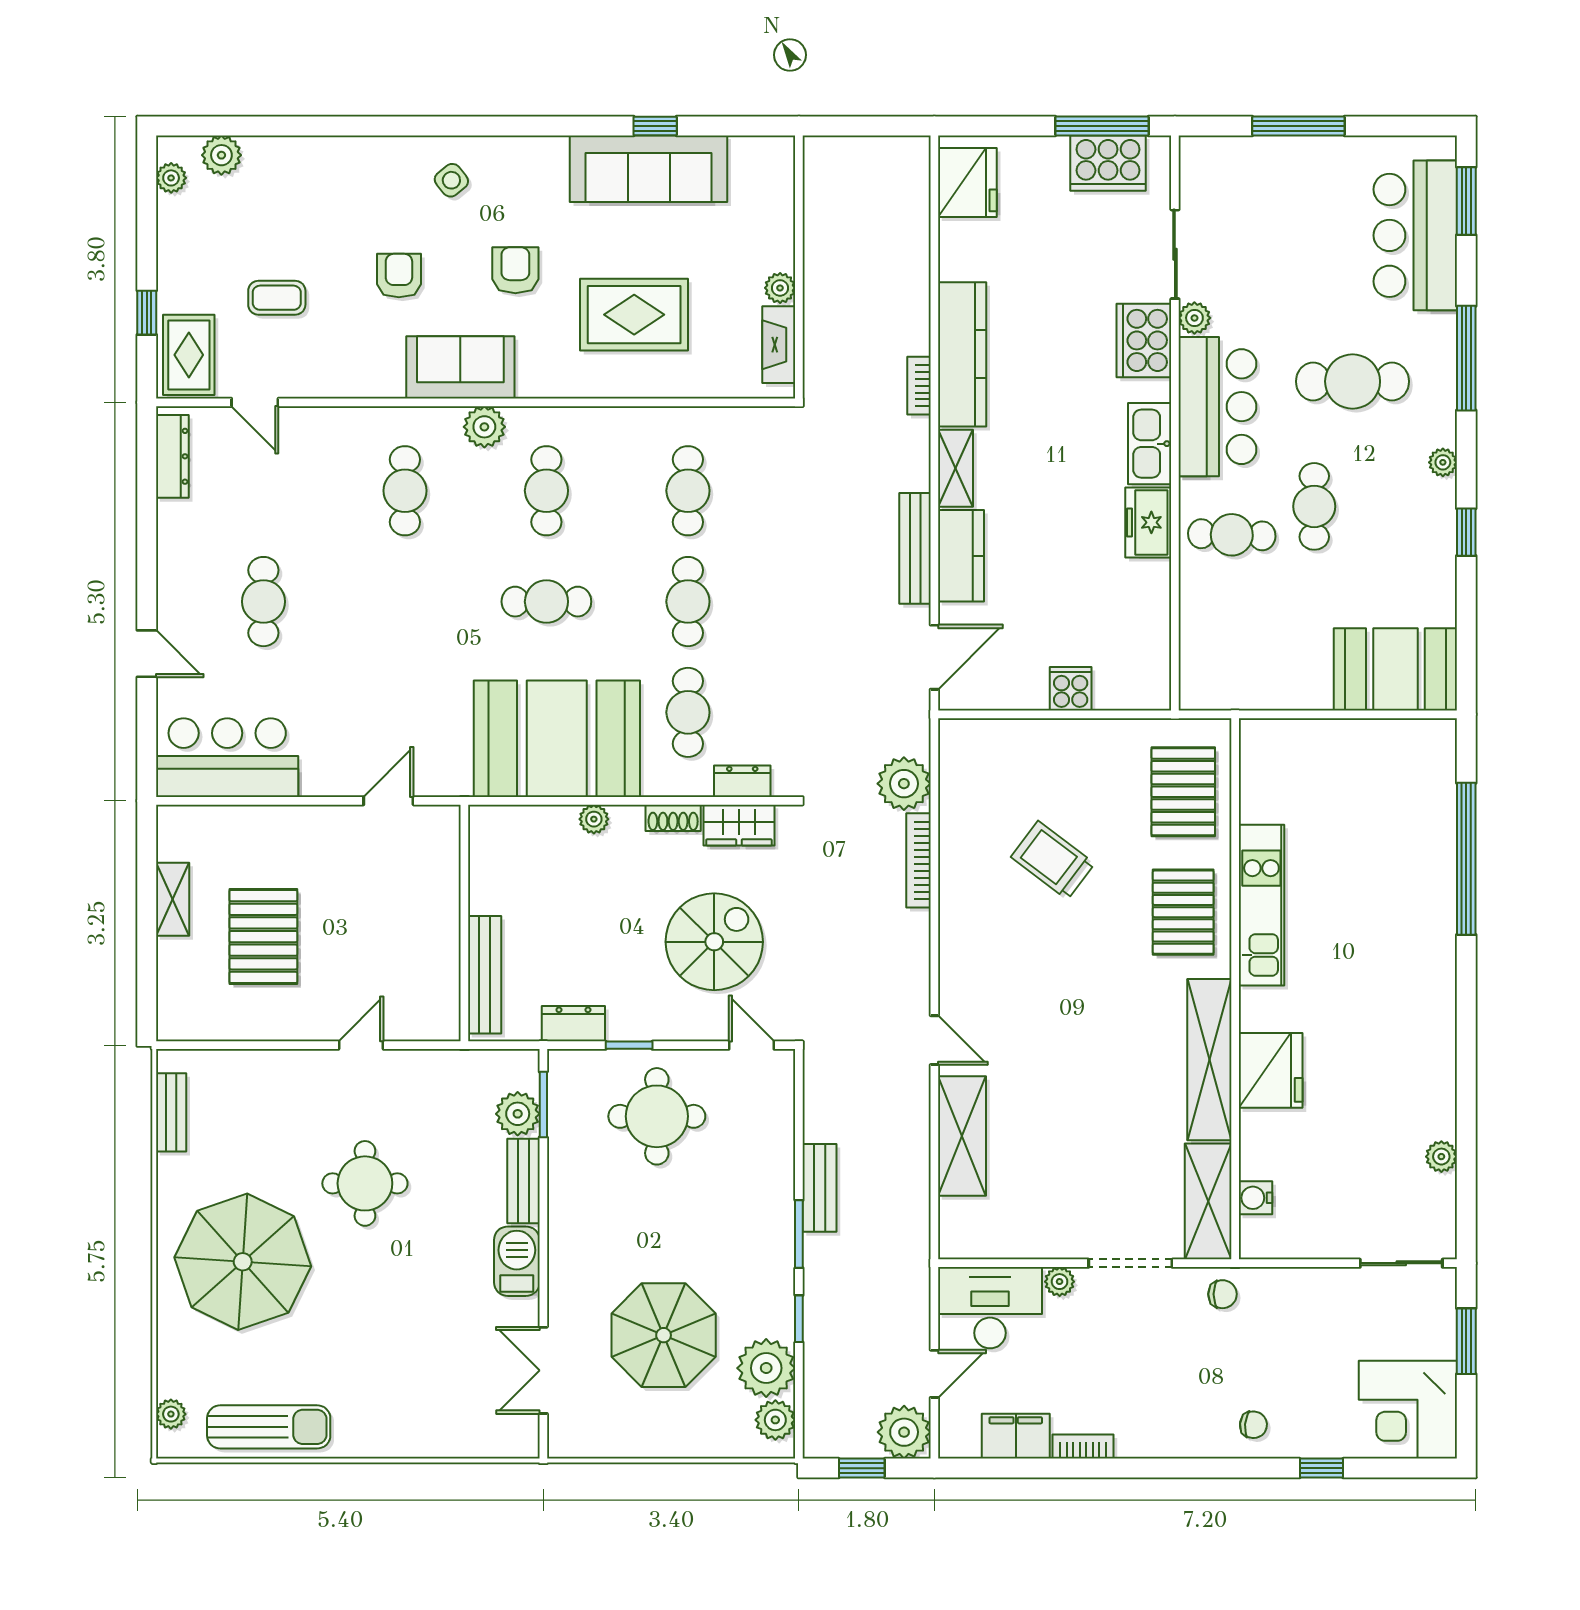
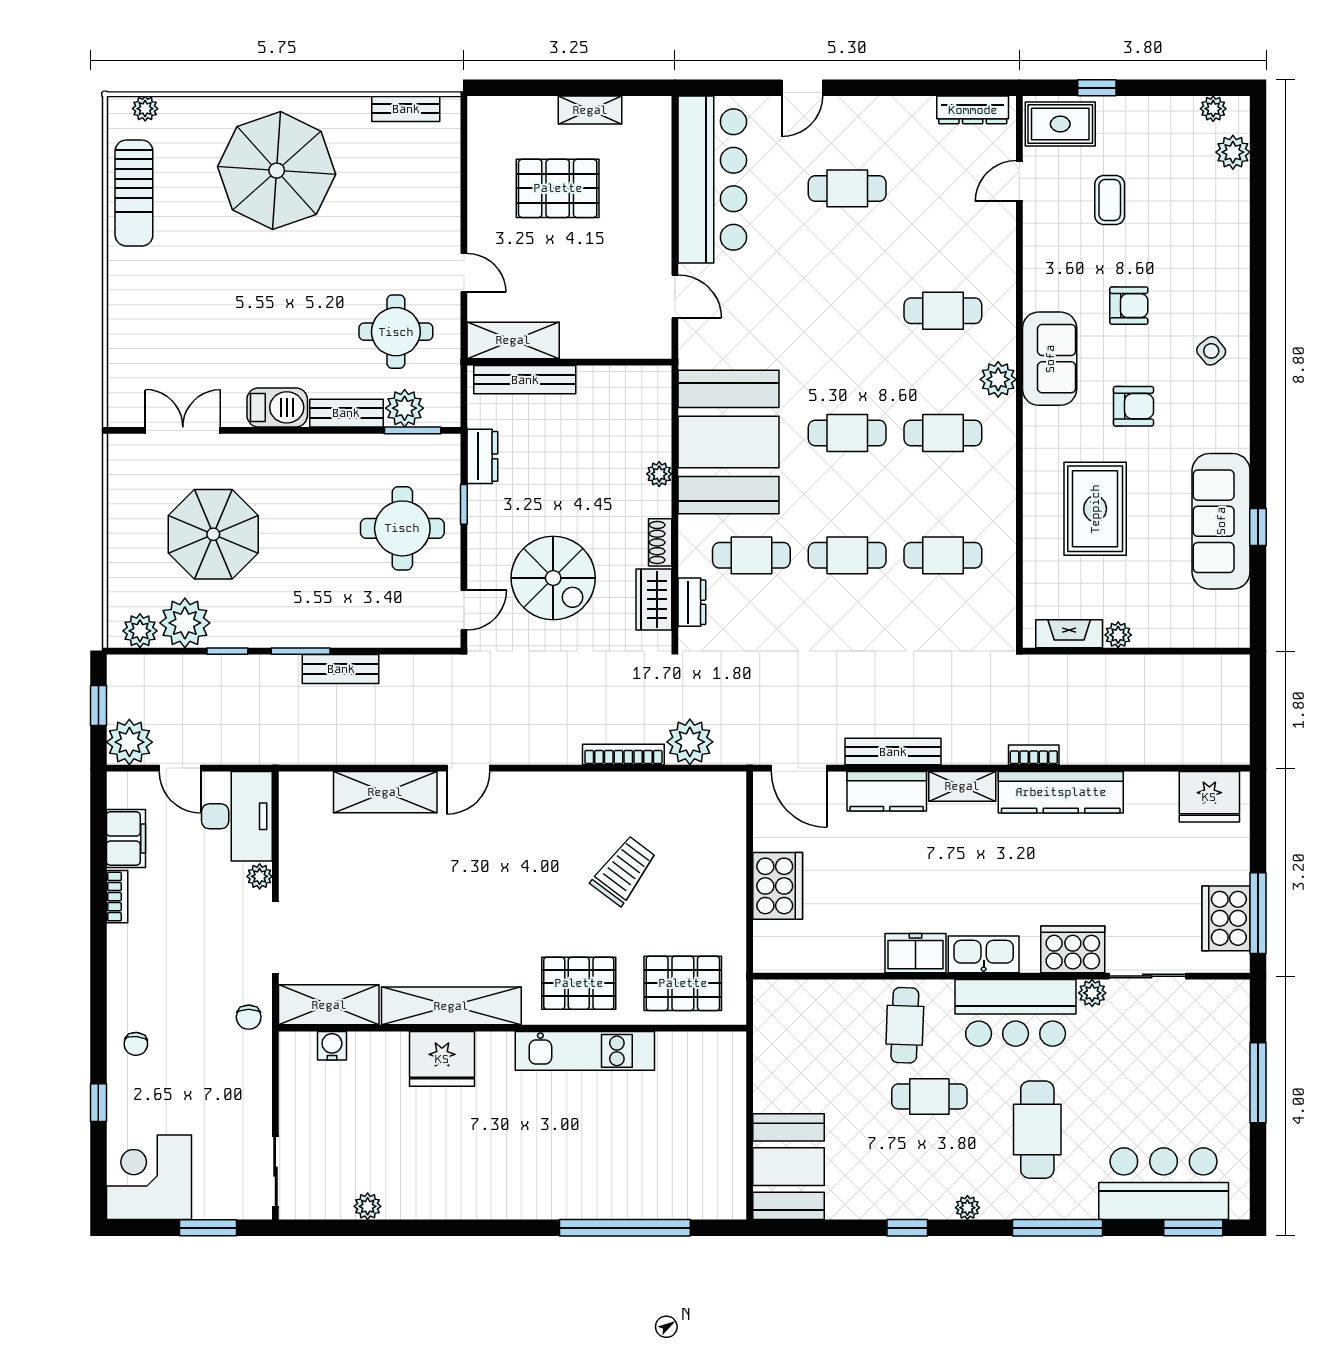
cafe table: (546, 602) -> (847, 433), turned 90
cooker: (1071, 689) -> (778, 886), width x1.87, depth x1.31
bar counter: (227, 758) -> (712, 179), width x1.36
shelving: (439, 988) -> (513, 340), added
round table: (365, 1183) -> (396, 332), moved

